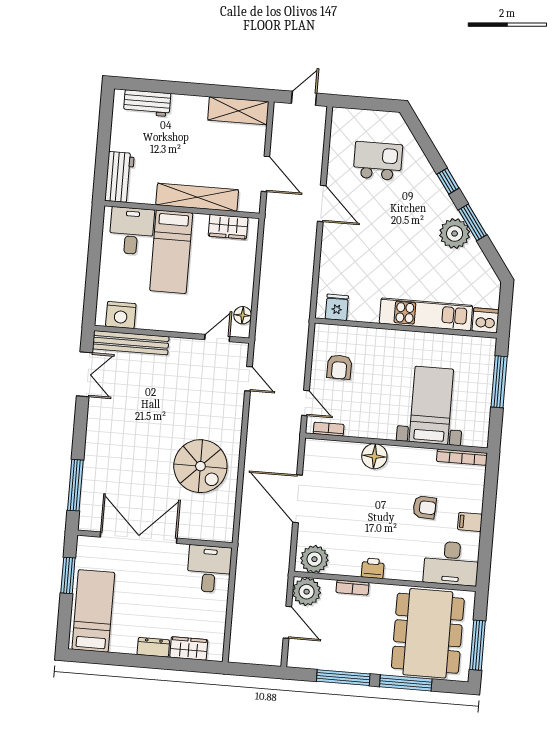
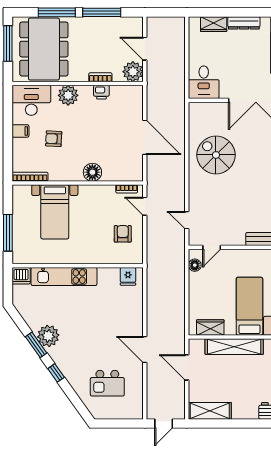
plant: (314, 559) -> (68, 95), moved
printer: (373, 568) -> (101, 92), moved
dresser: (153, 647) -> (244, 23), width x1.44

